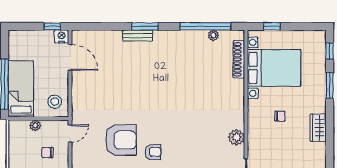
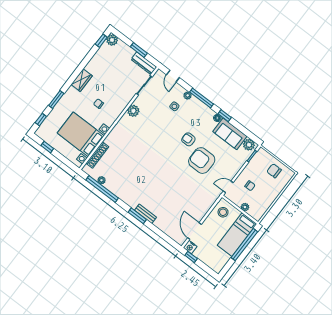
window: (272, 26) -> (47, 147), moved

